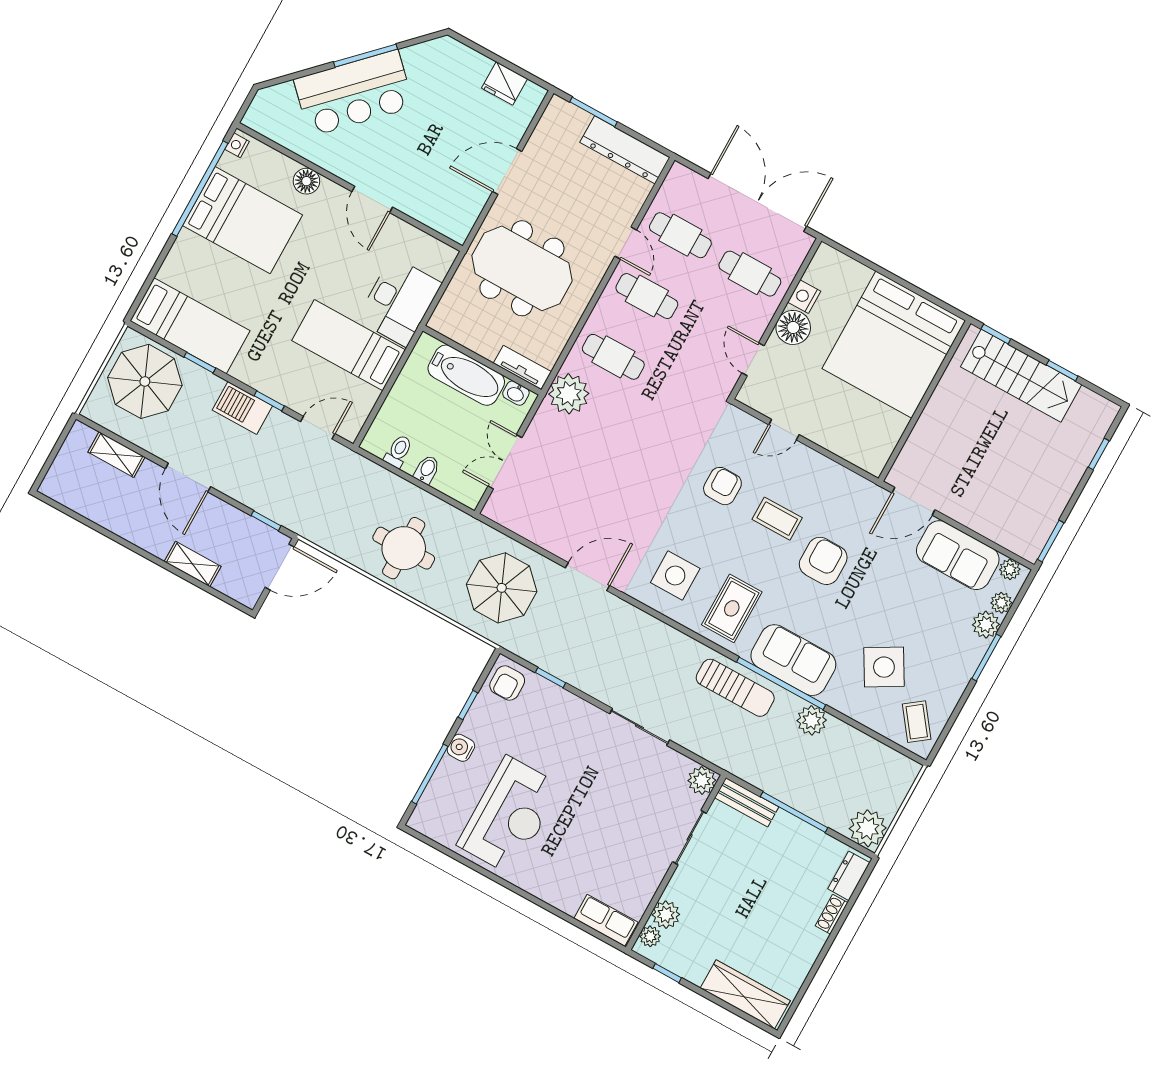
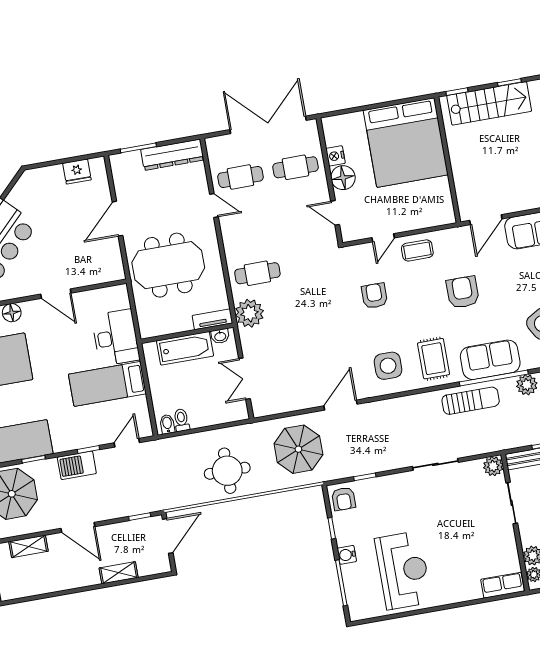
cafe table: (647, 296) -> (249, 225), removed
bidet: (427, 470) -> (167, 424), moved
coffee table: (777, 519) -> (417, 250), moved

